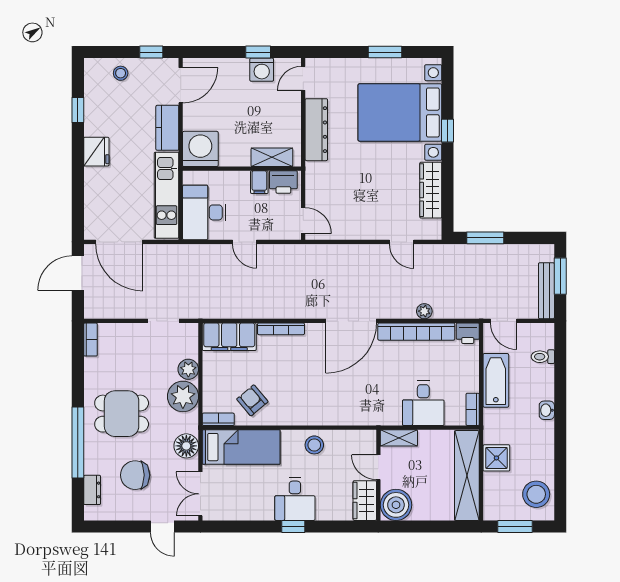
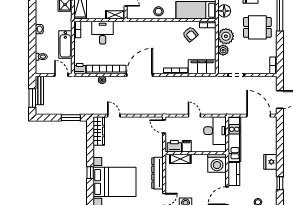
wardrobe: (431, 190) -> (99, 131), moved

